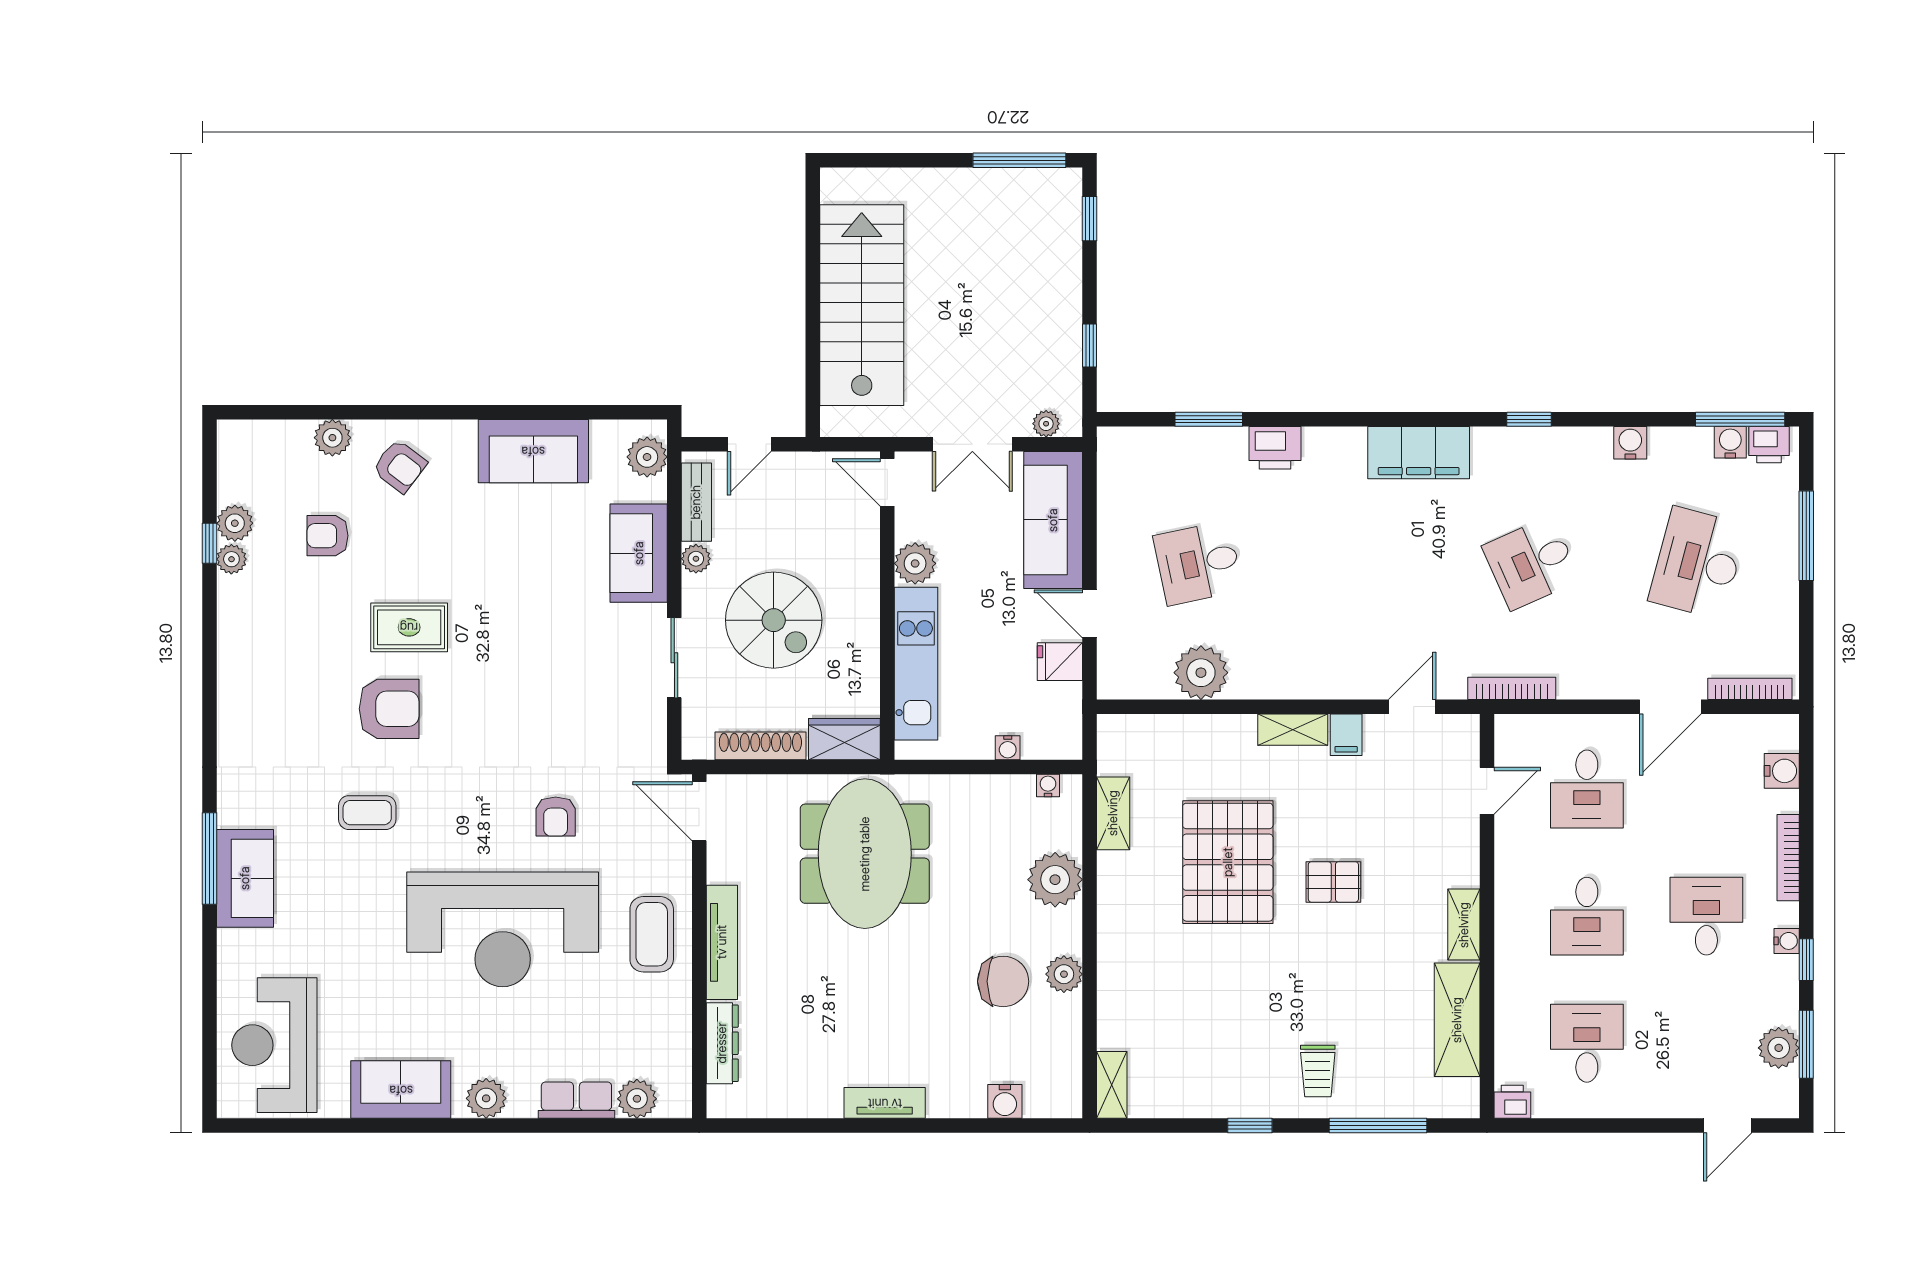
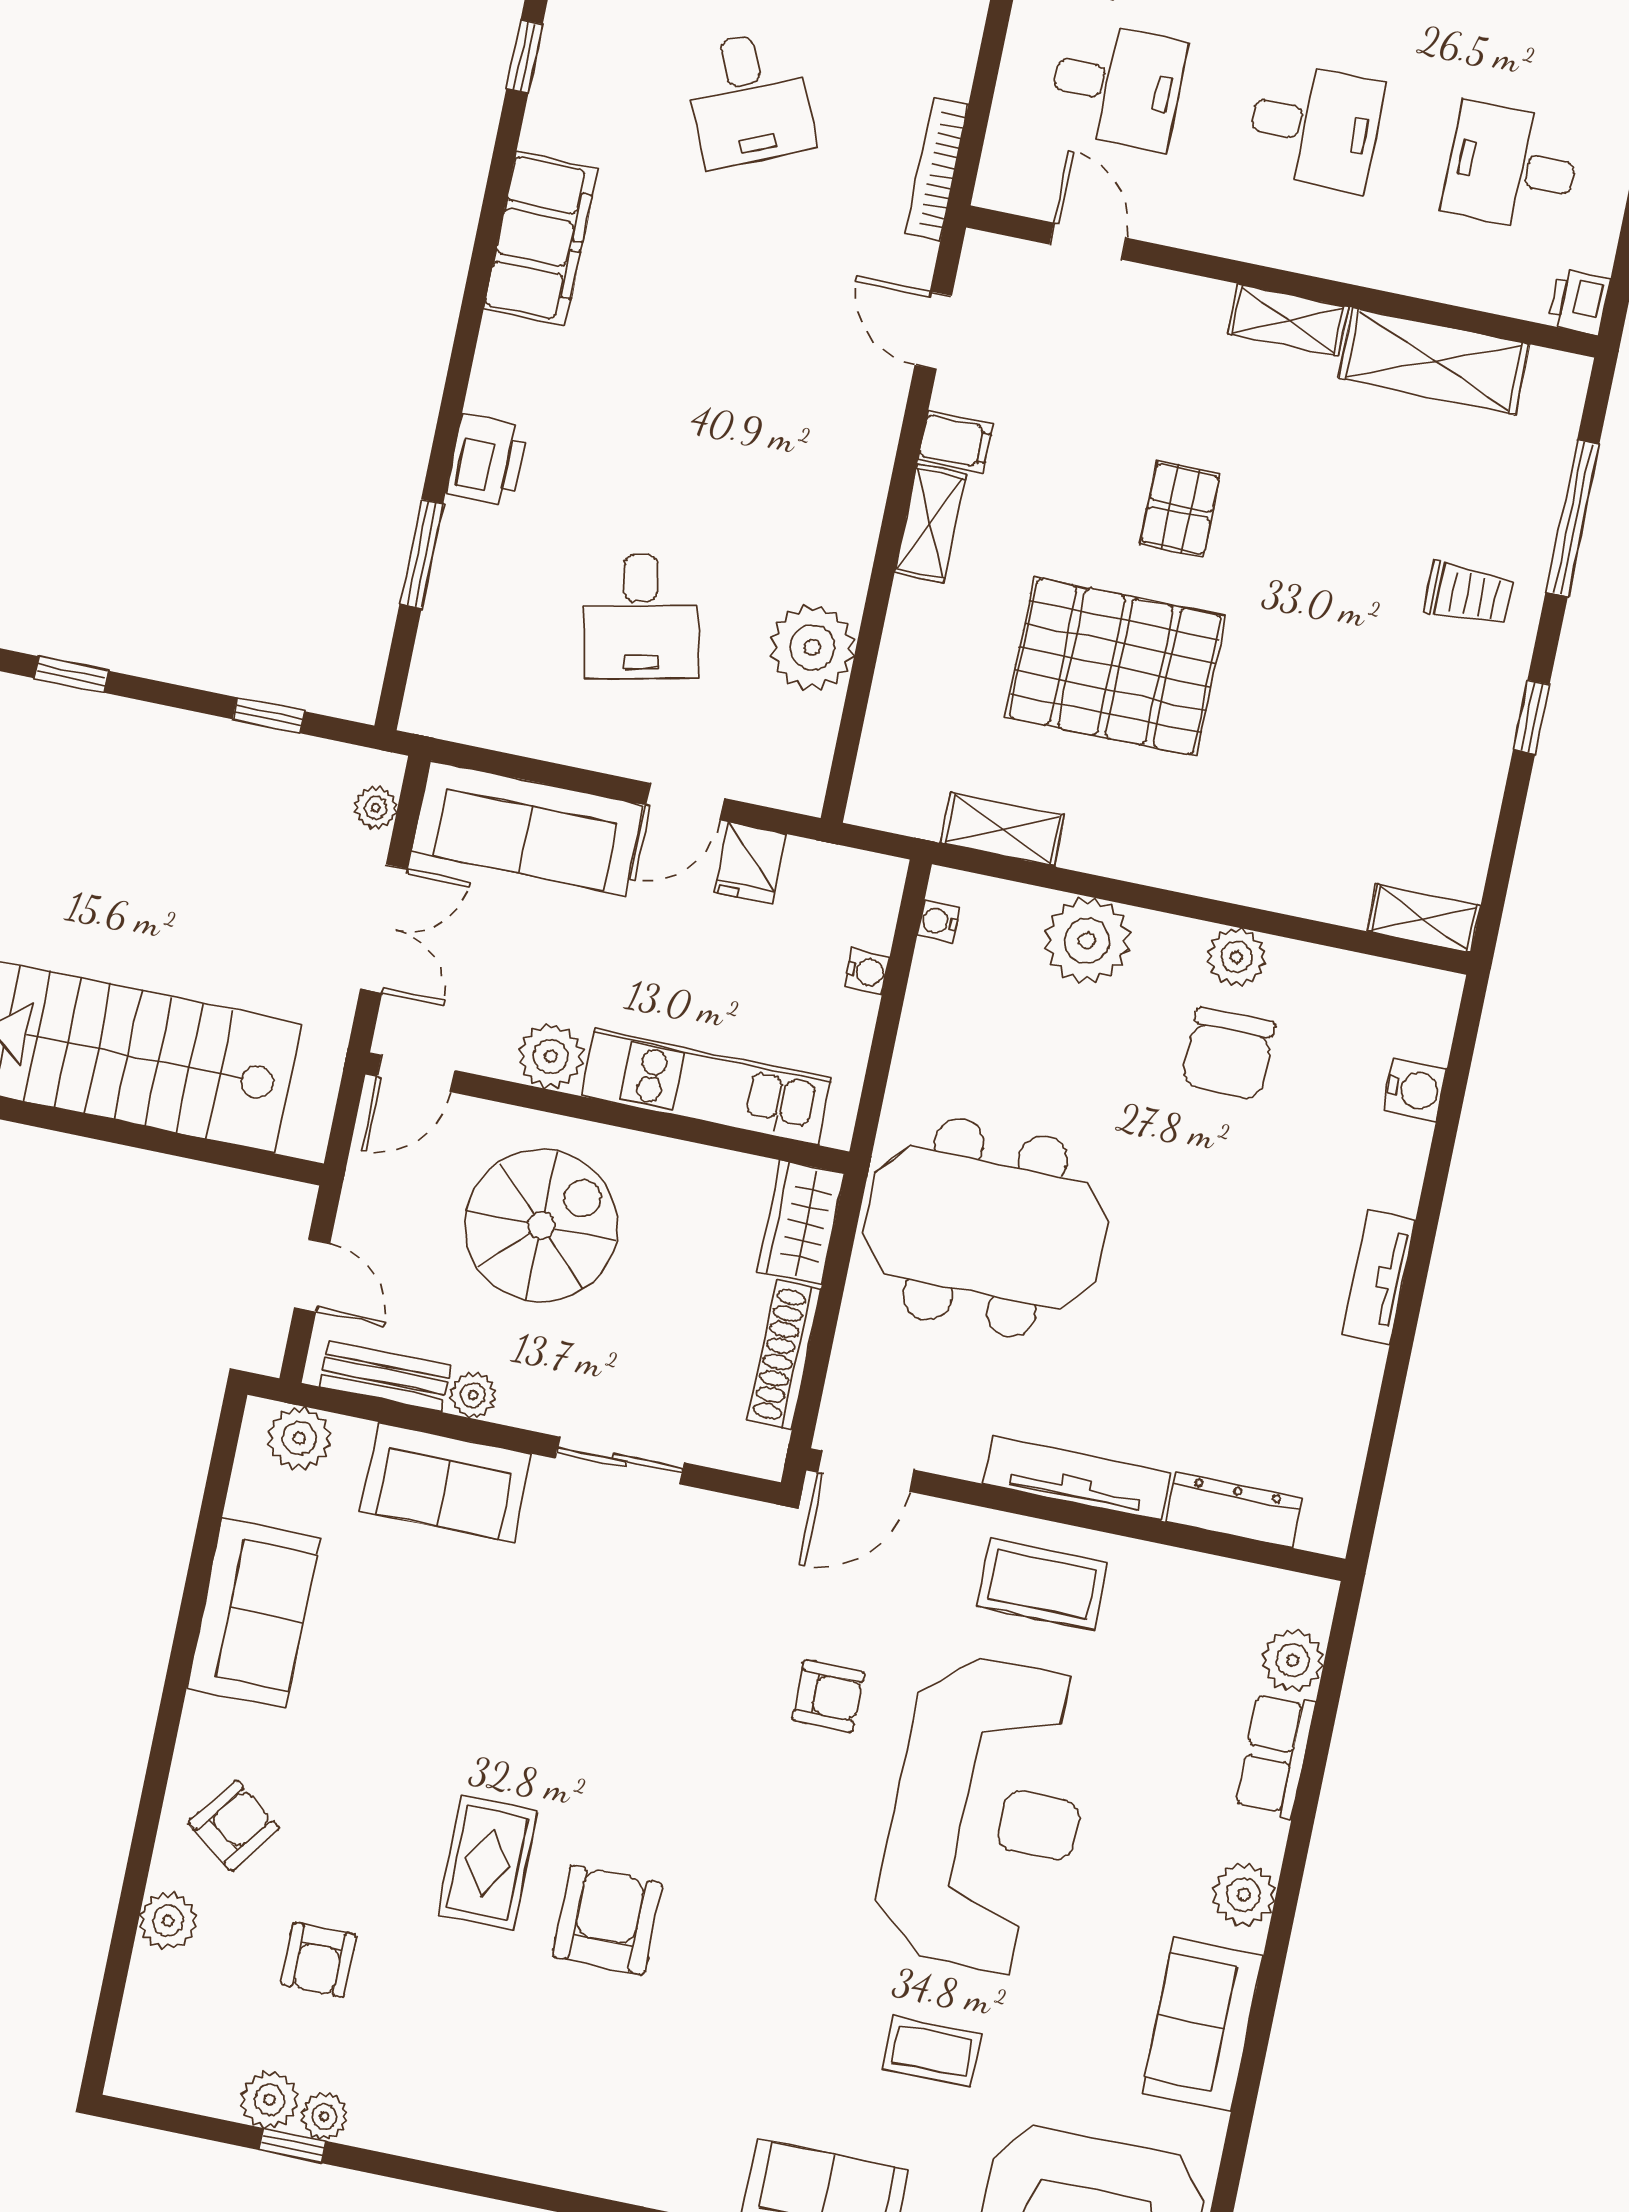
spiral stairs: (774, 620) -> (541, 1226), moved
coffee table: (367, 813) -> (932, 2051), moved, turned 90
chair: (1003, 981) -> (1228, 1054), turned 180

